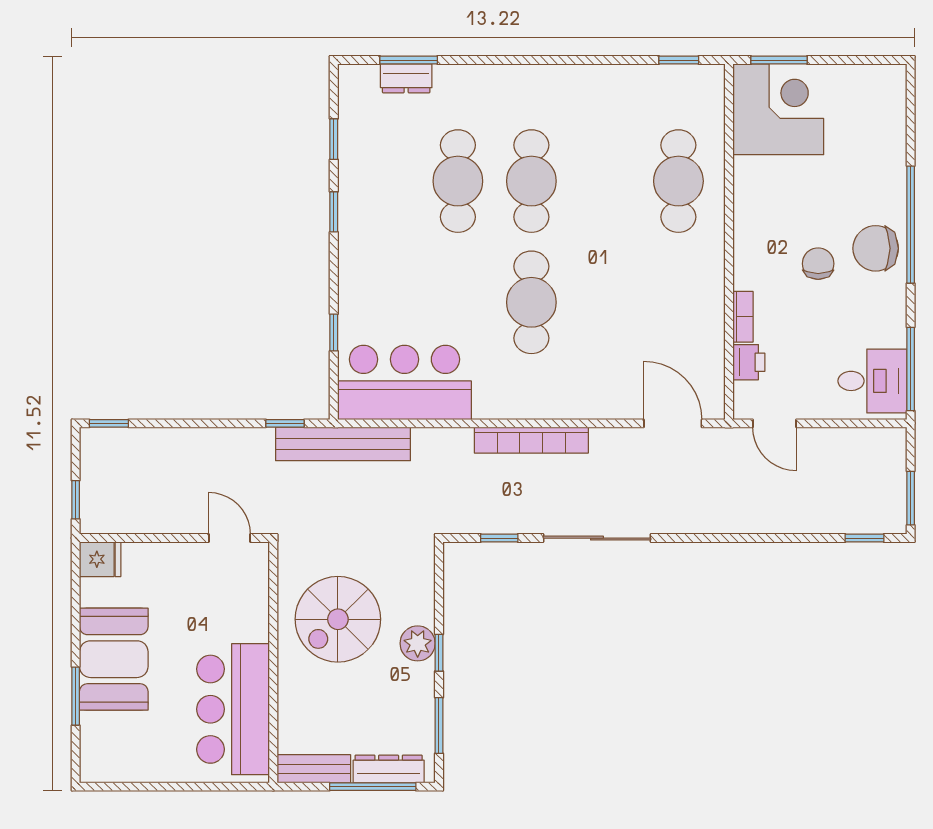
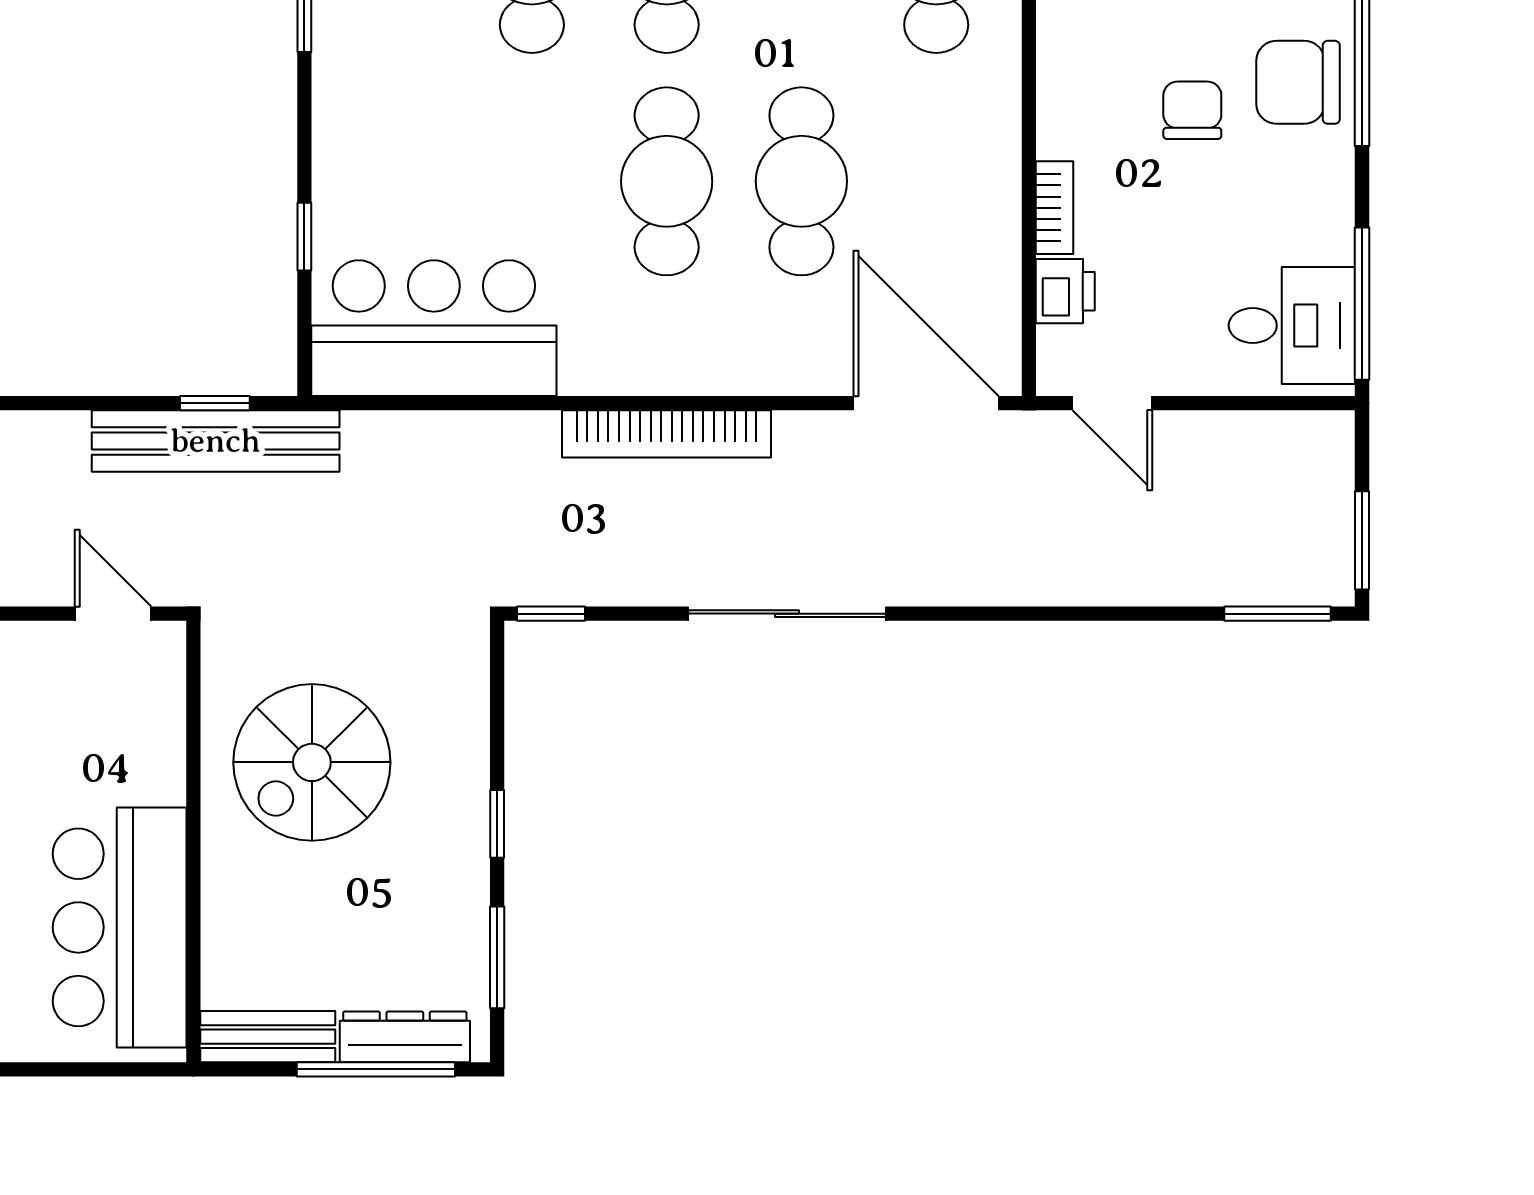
cafe table: (605, 302) -> (801, 181), added
door: (673, 423) -> (926, 403), width x1.36
bench: (343, 444) -> (216, 441), moved
window: (499, 538) -> (551, 614), moved
window: (865, 538) -> (1278, 614), width x1.50
plant: (418, 643) -> (458, 807), removed

